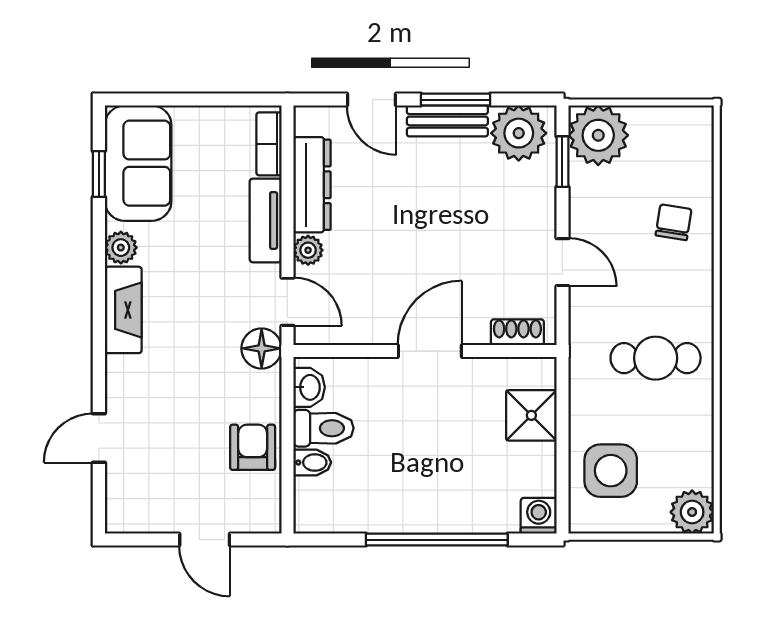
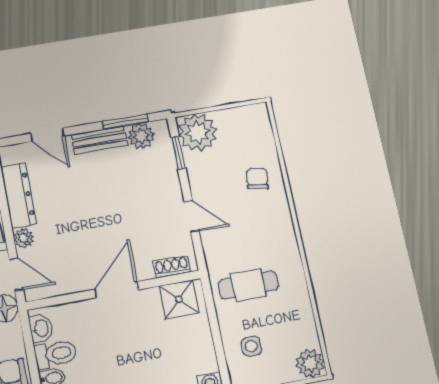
window: (456, 100) -> (125, 122), moved
plant: (519, 133) -> (141, 136), width x0.73, depth x0.73
cafe table: (656, 358) -> (248, 285), moved
shower: (531, 415) -> (179, 299), moved
side table: (611, 471) -> (251, 346), width x0.54, depth x0.54

